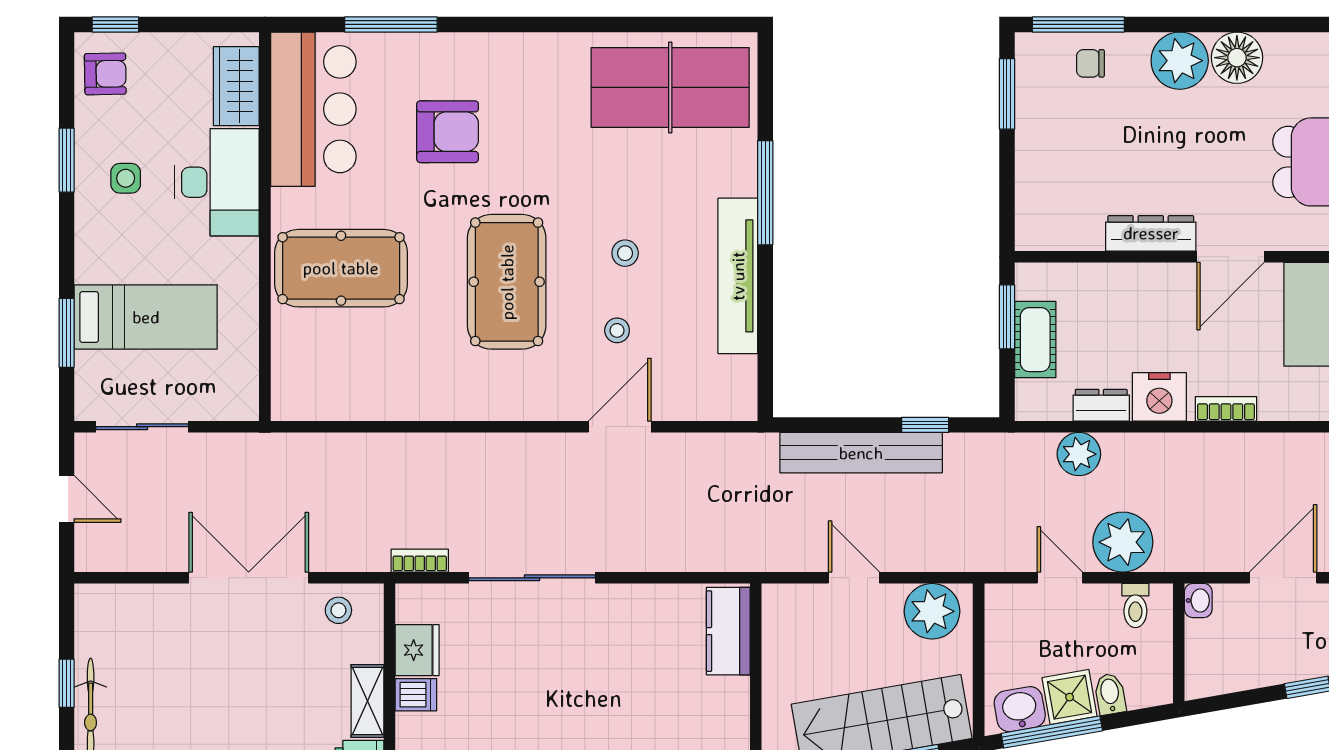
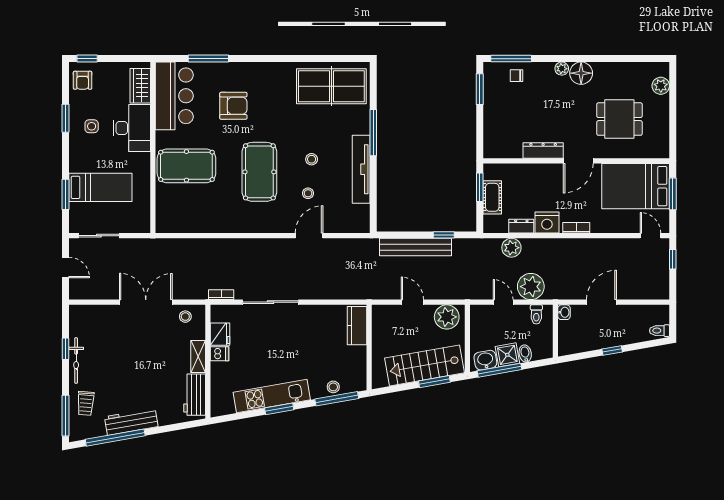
plant: (1180, 61) -> (562, 69), width x0.53, depth x0.53
armchair: (105, 74) -> (83, 80), turned 91

